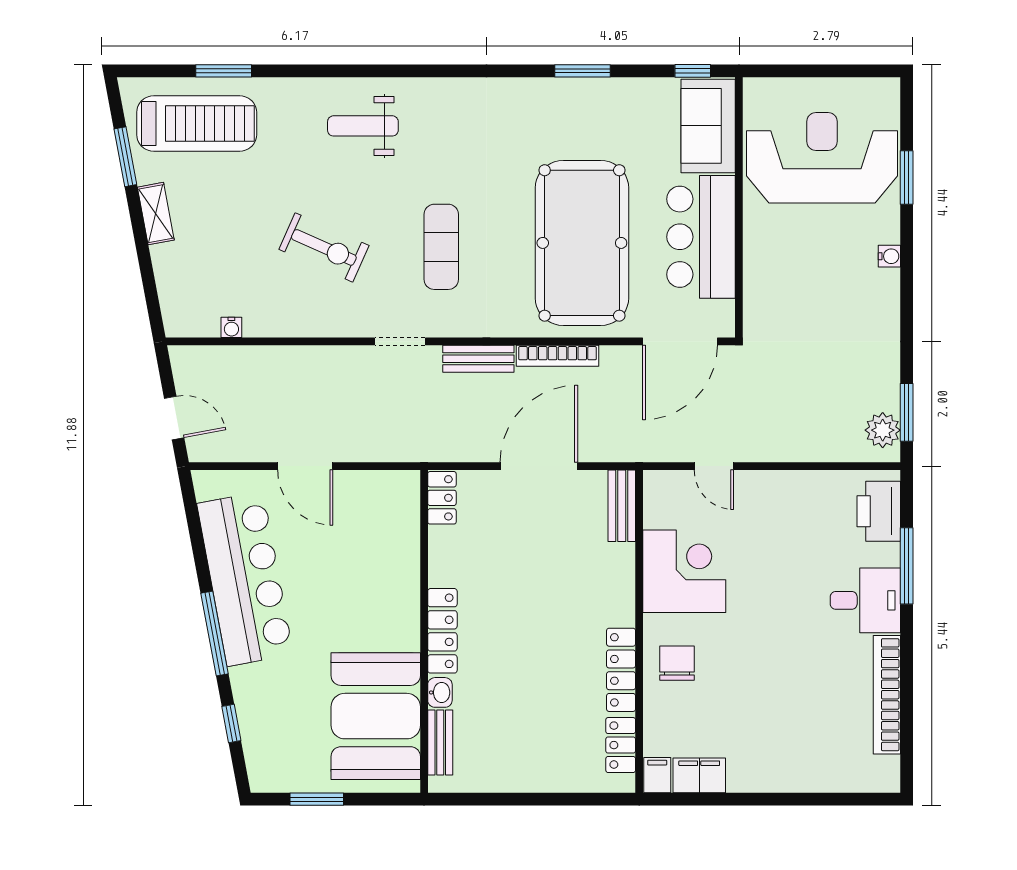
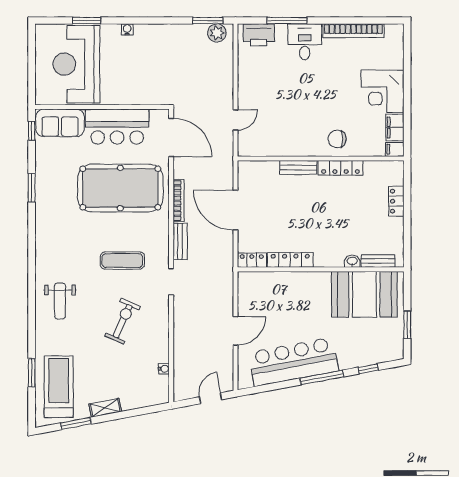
bench: (622, 506) -> (298, 167), moved
corner desk: (684, 571) -> (383, 91), moved, turned -90
locker: (442, 631) -> (290, 260), moved
locker: (621, 745) -> (396, 201), moved, turned 90

